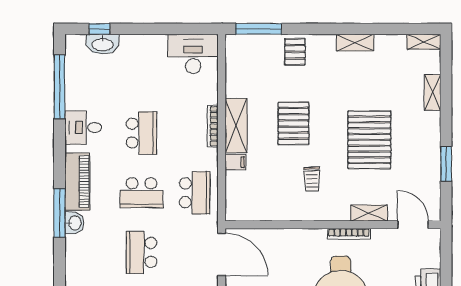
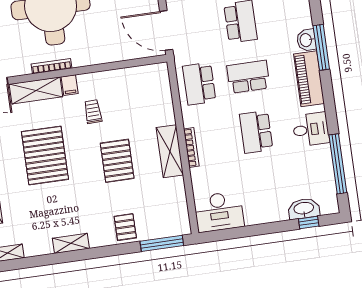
filing cabinet: (236, 162) -> (70, 85), moved, turned -90
shelving: (369, 213) -> (36, 90), width x1.50, depth x1.33

